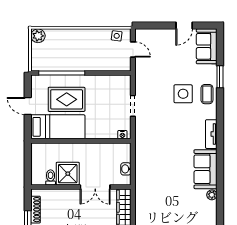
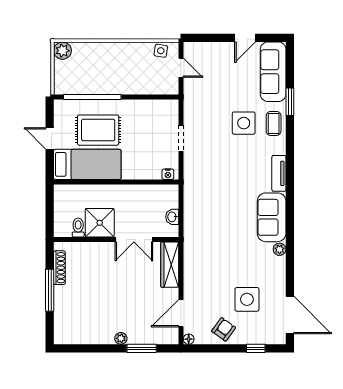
sofa: (207, 46) -> (273, 72), width x1.36

